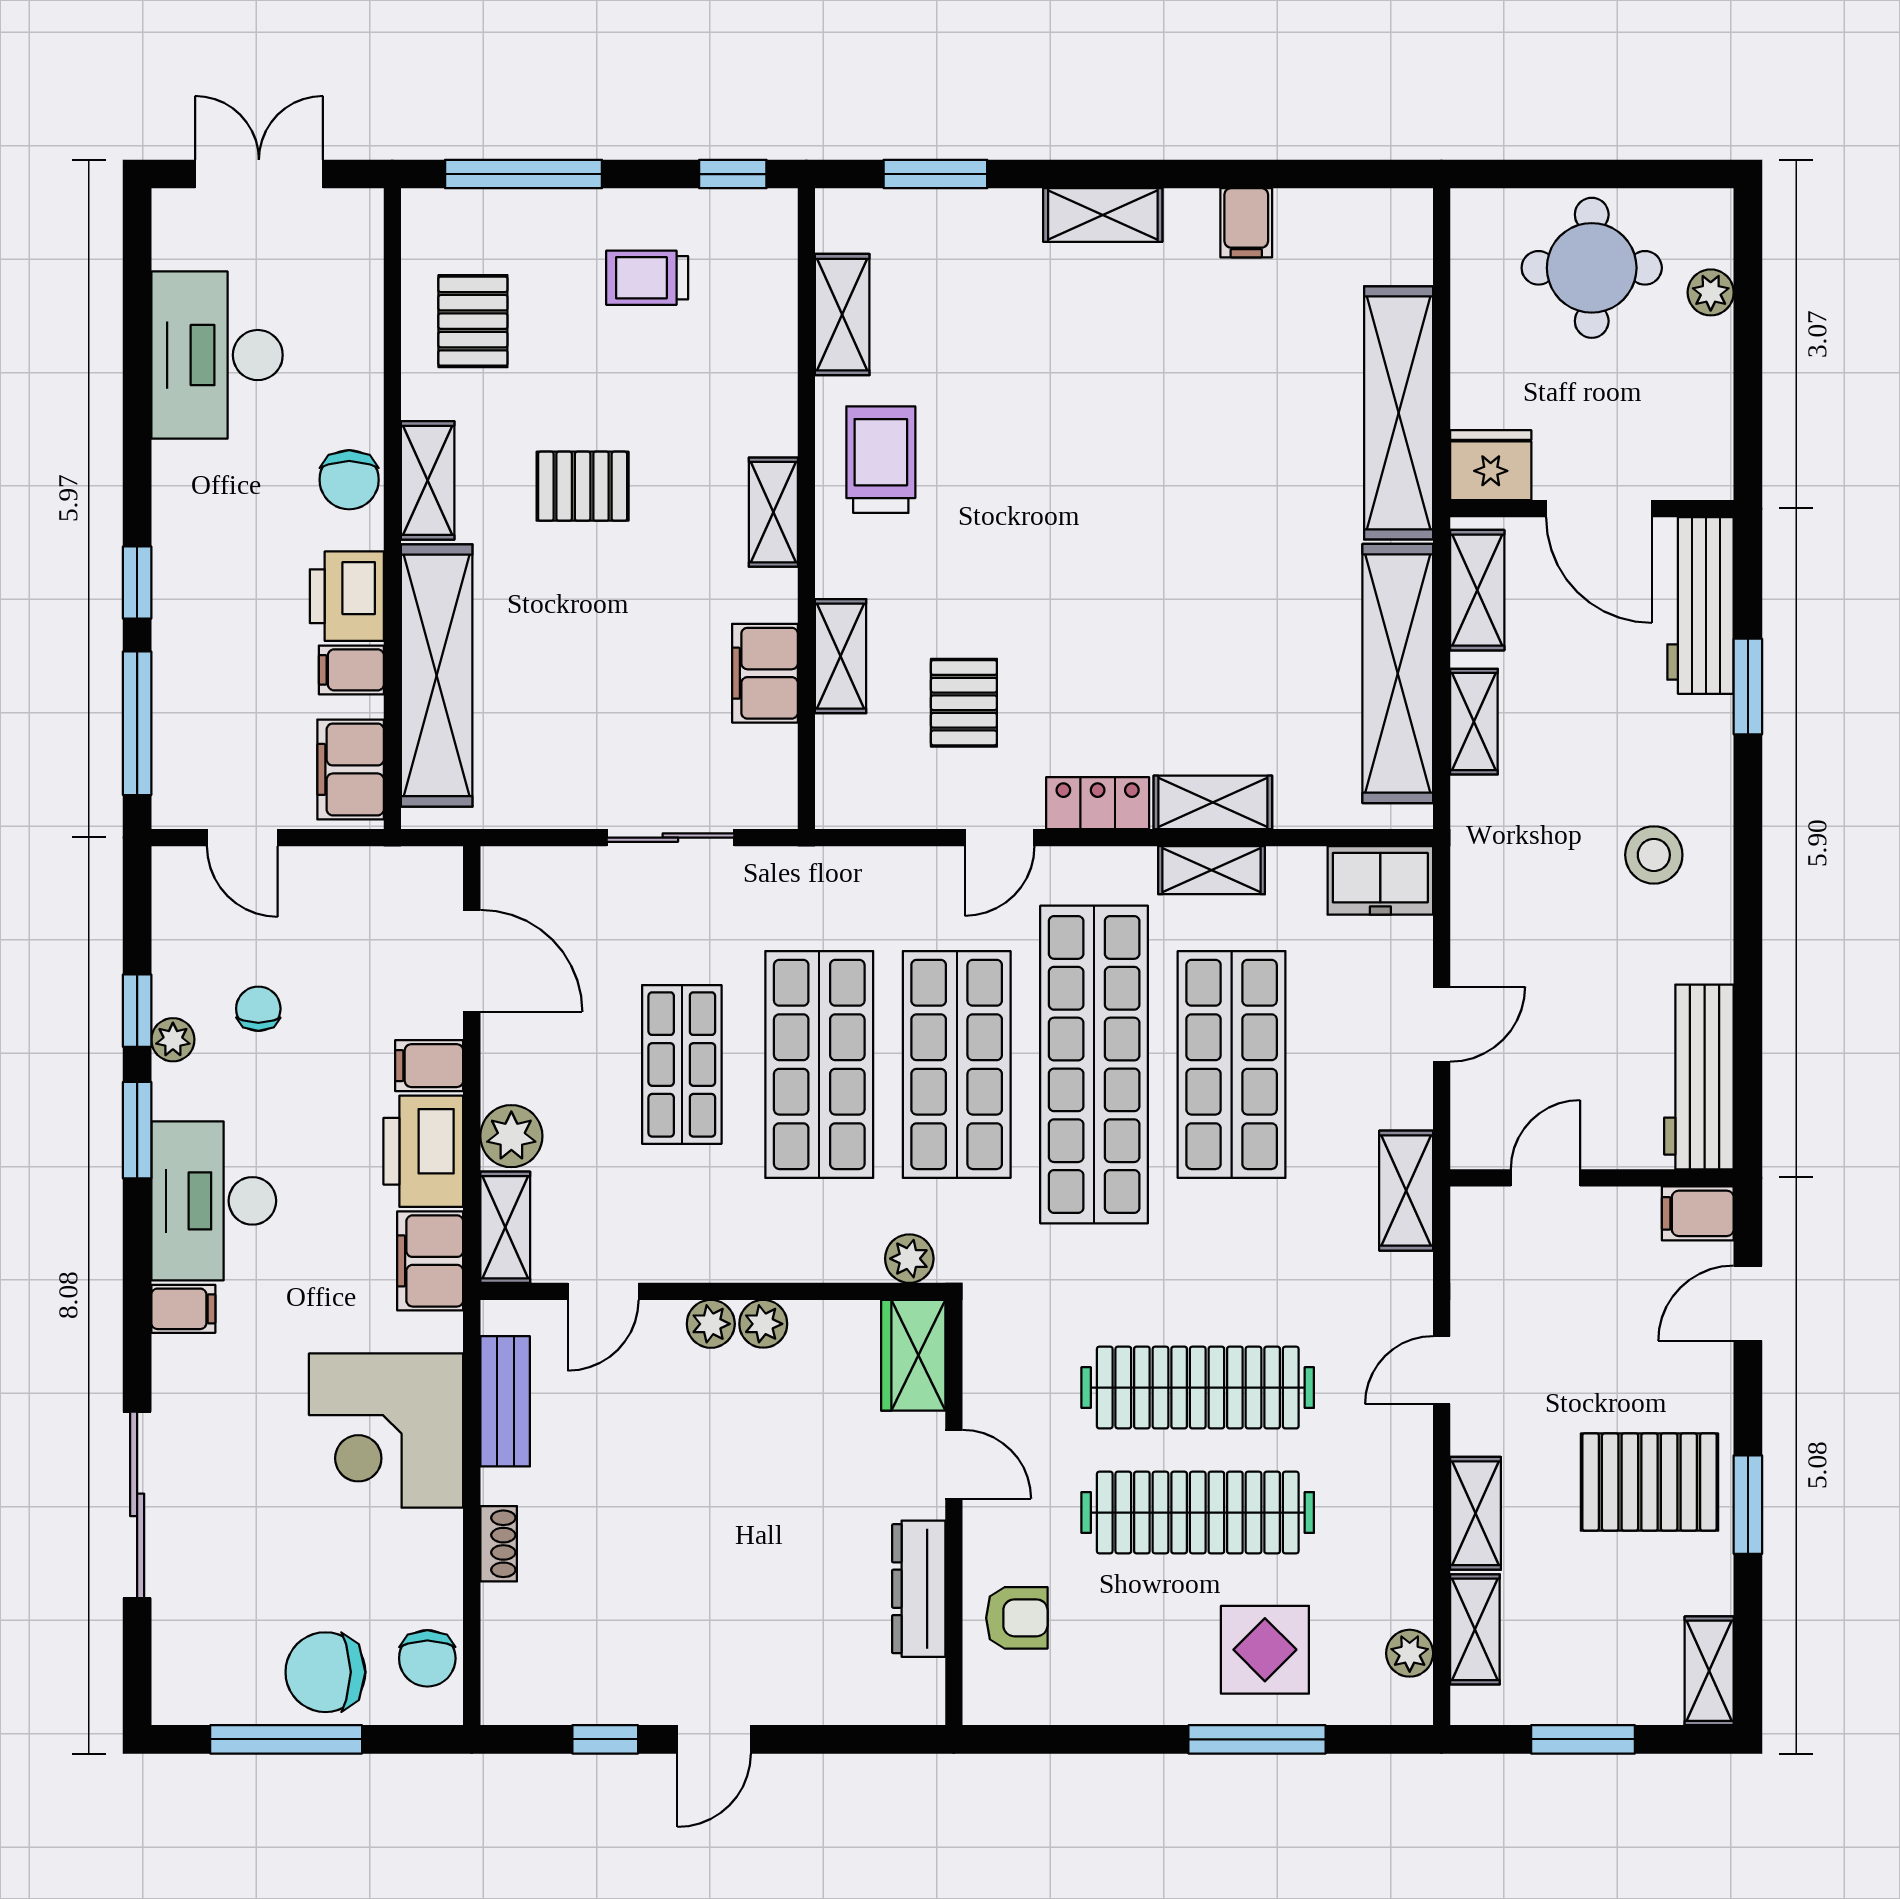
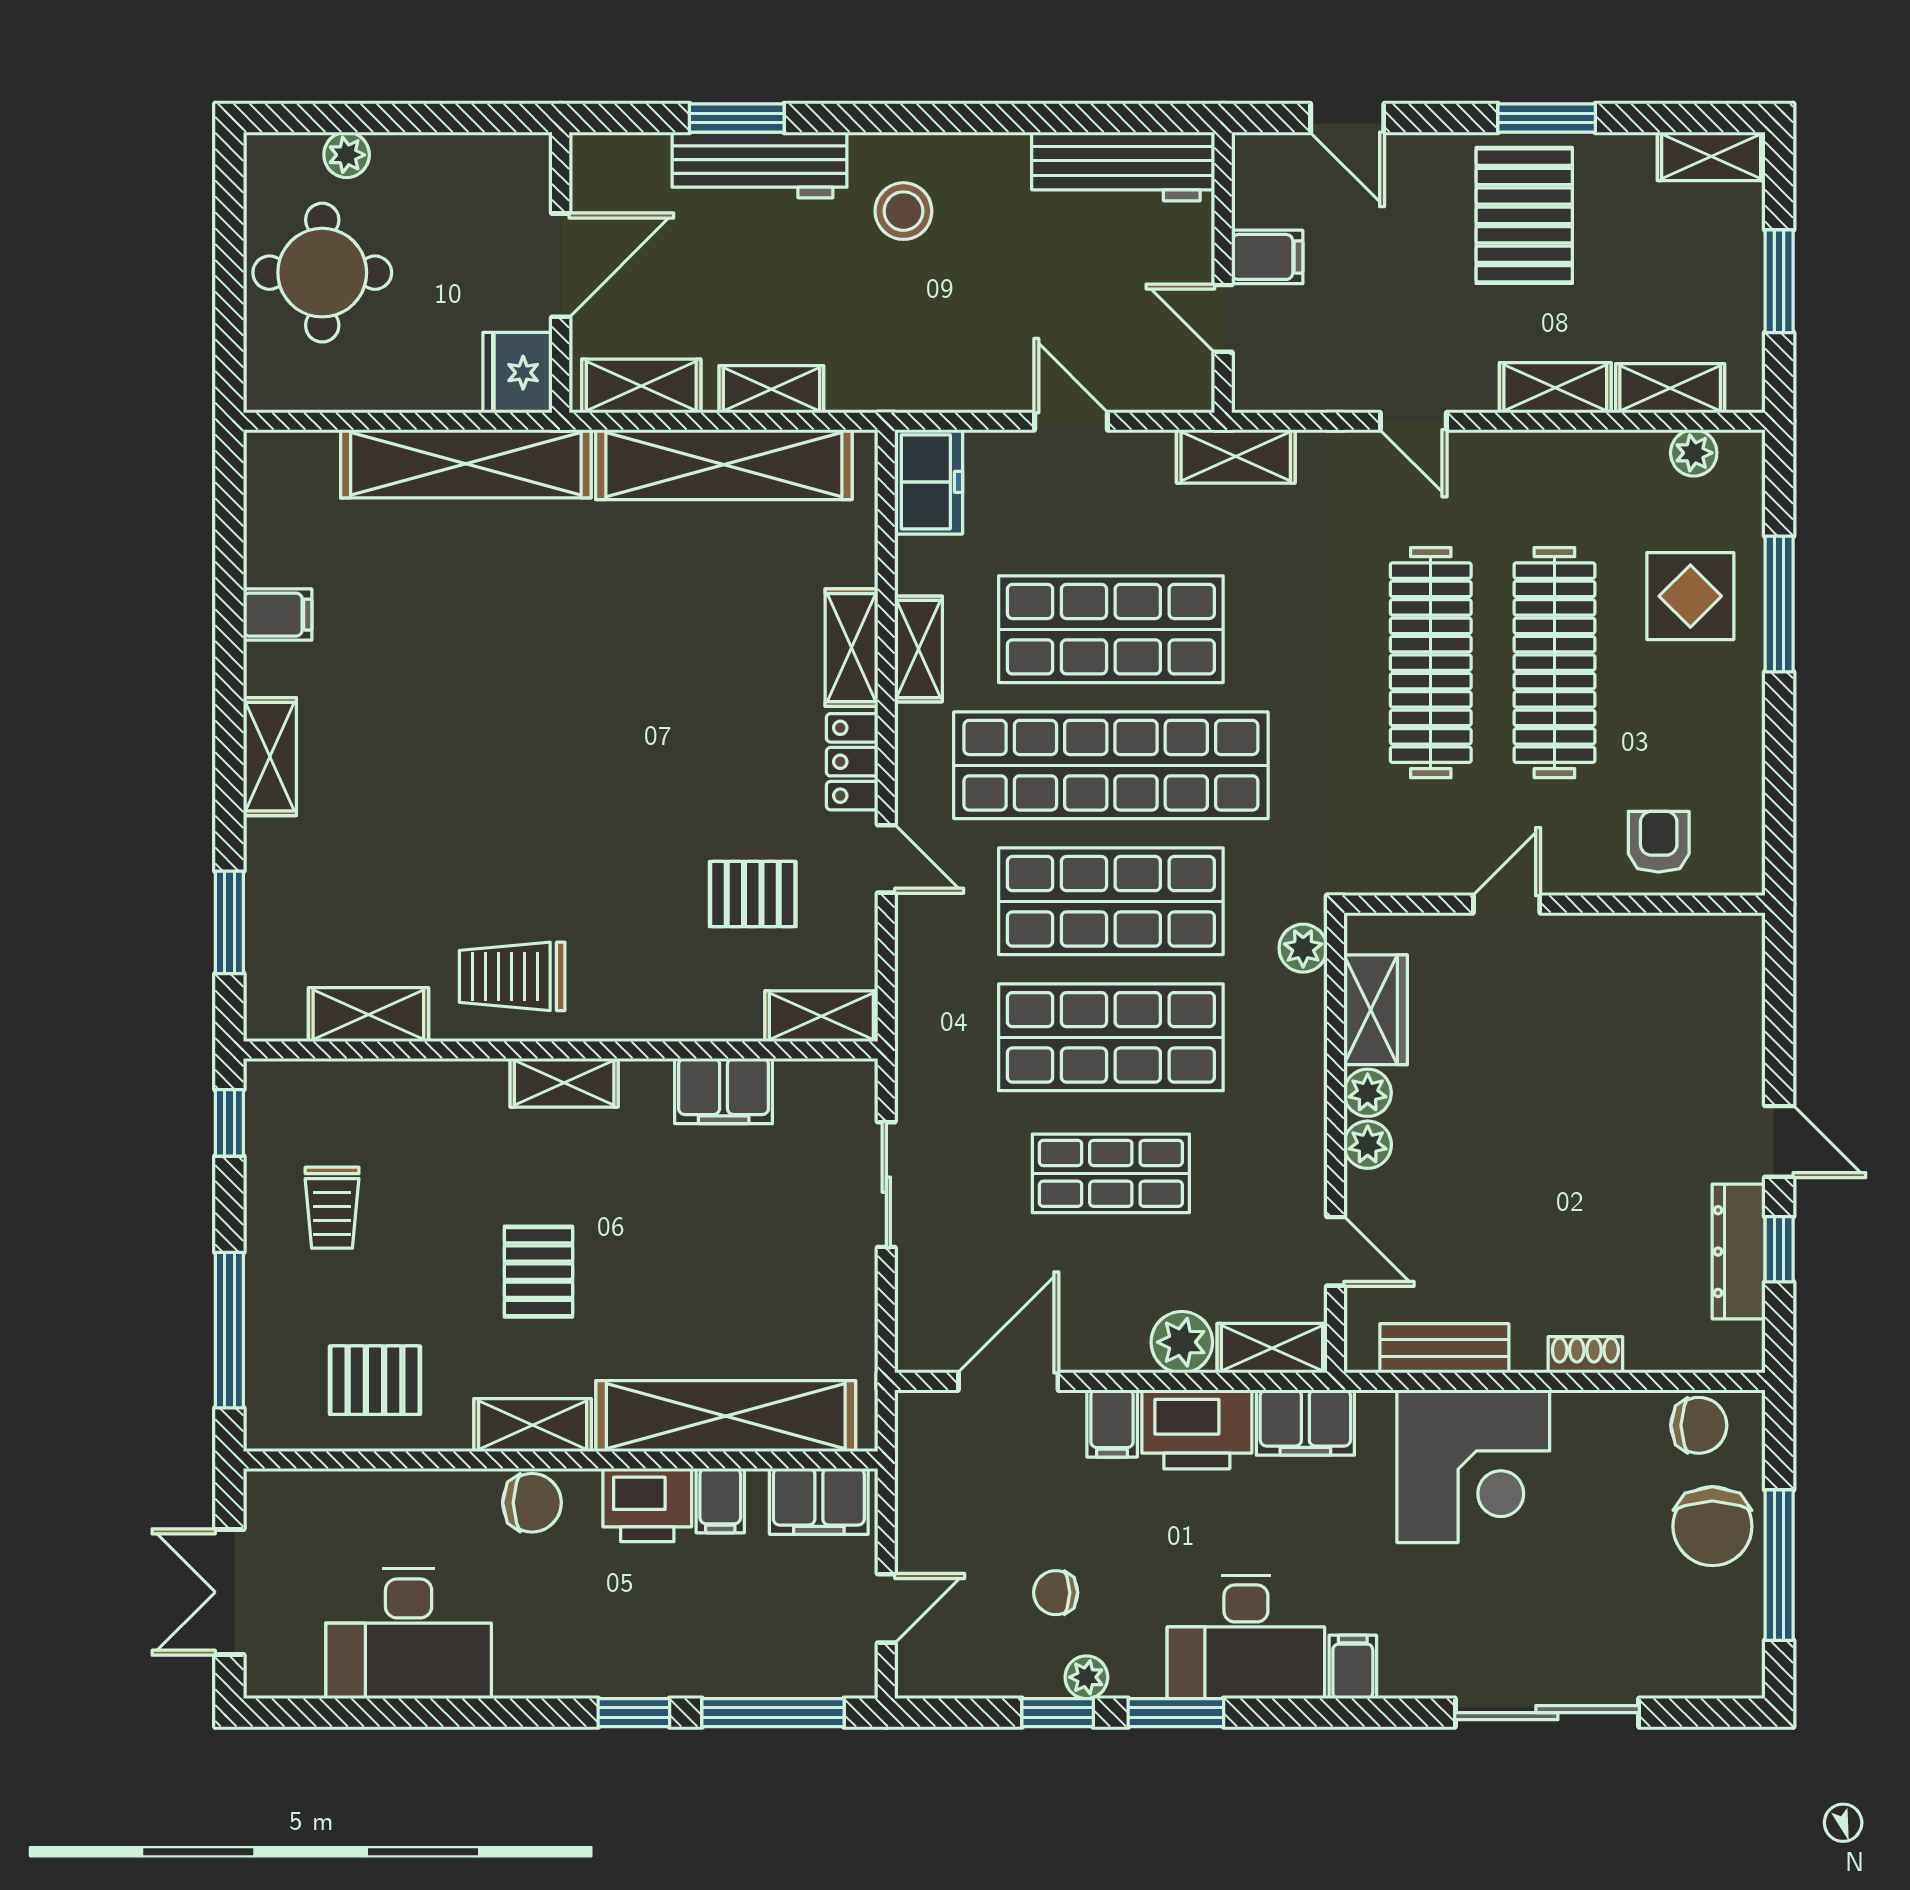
workbench: (1700, 605) -> (759, 165), moved
shelving: (841, 656) -> (821, 1016), moved
filing cabinet: (1698, 1213) -> (1267, 257), moved, turned -90
wardrobe: (913, 1355) -> (1376, 1010), moved, turned -90
dresser: (919, 1589) -> (1739, 1252), moved, turned 90

